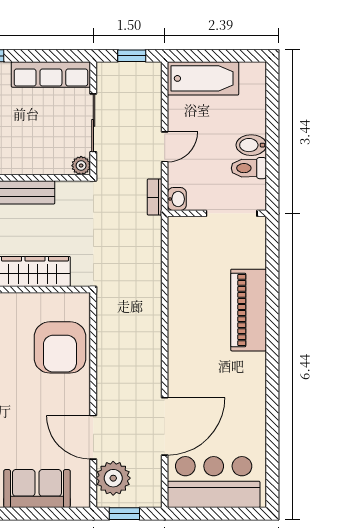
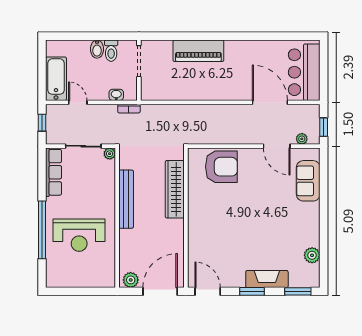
door: (165, 147) -> (78, 102), moved
washbasin: (177, 199) -> (116, 95), moved
door: (93, 437) -> (277, 146), hinge flipped
plant: (113, 478) -> (302, 139), width x0.53, depth x0.53

